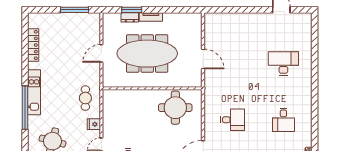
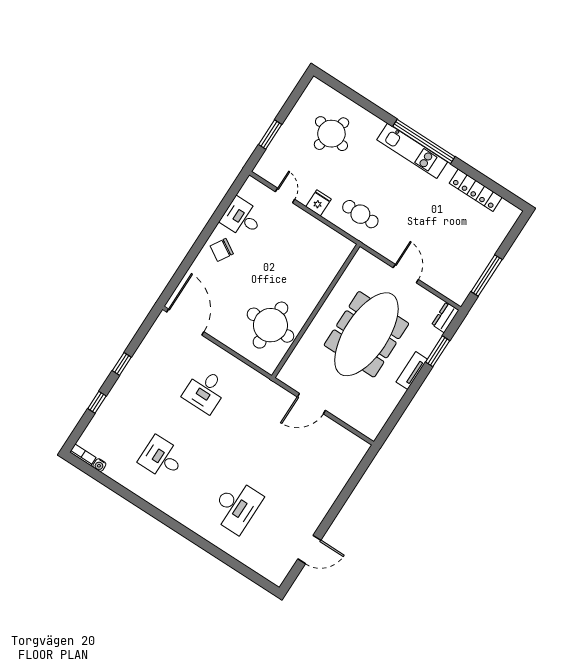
dresser: (130, 17) -> (445, 317), moved
window: (25, 108) -> (424, 142), moved

